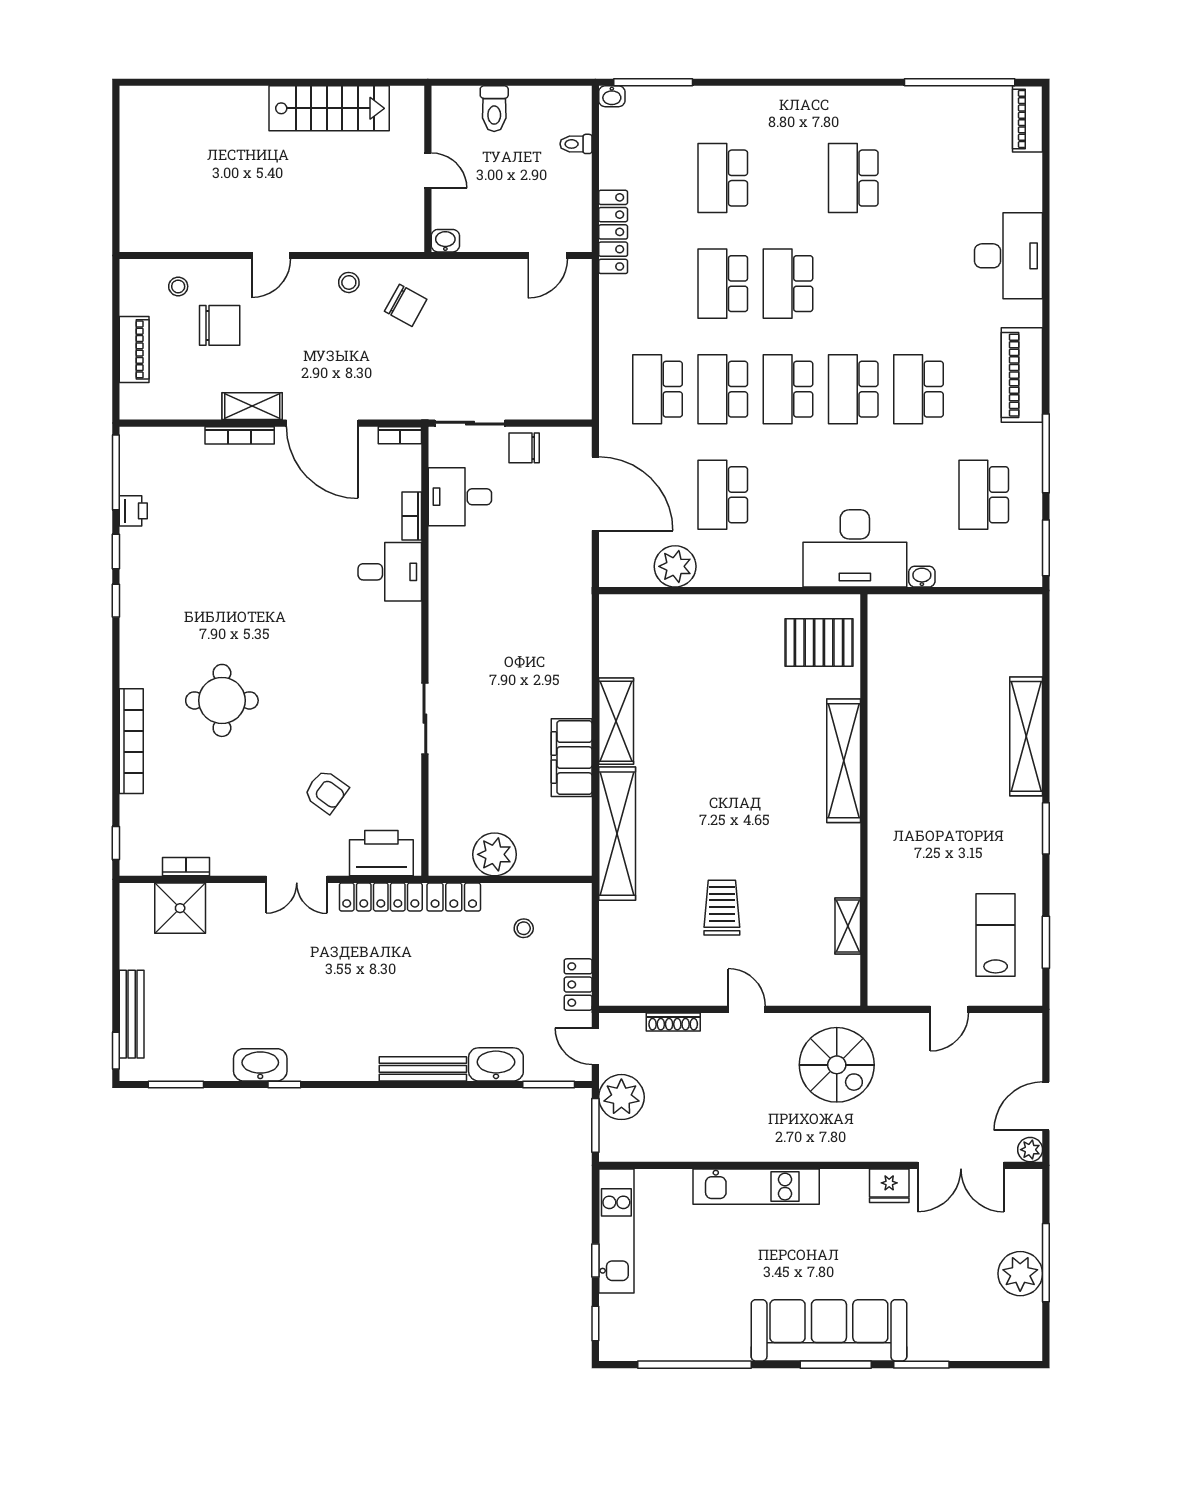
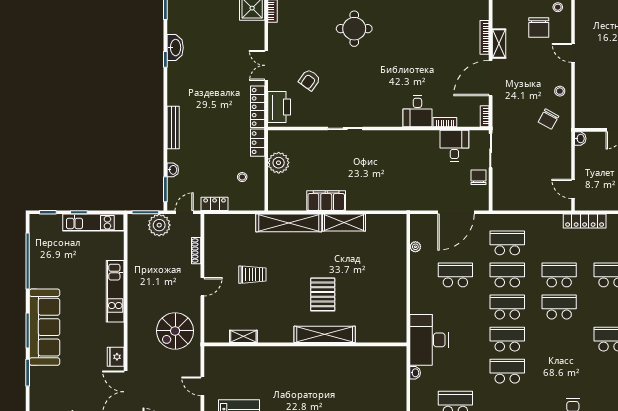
plant: (675, 566) -> (415, 247), width x0.53, depth x0.53
pallet: (819, 642) -> (323, 294), moved
washbasin: (496, 1064) -> (173, 170), width x0.52, depth x0.69

